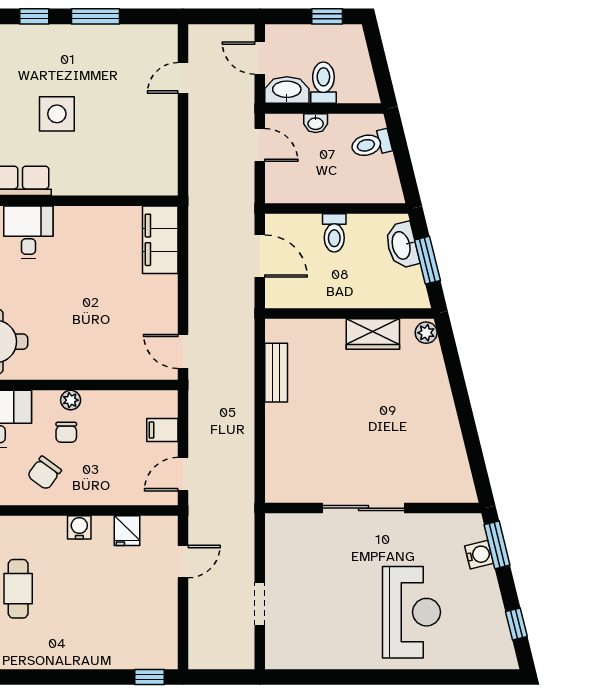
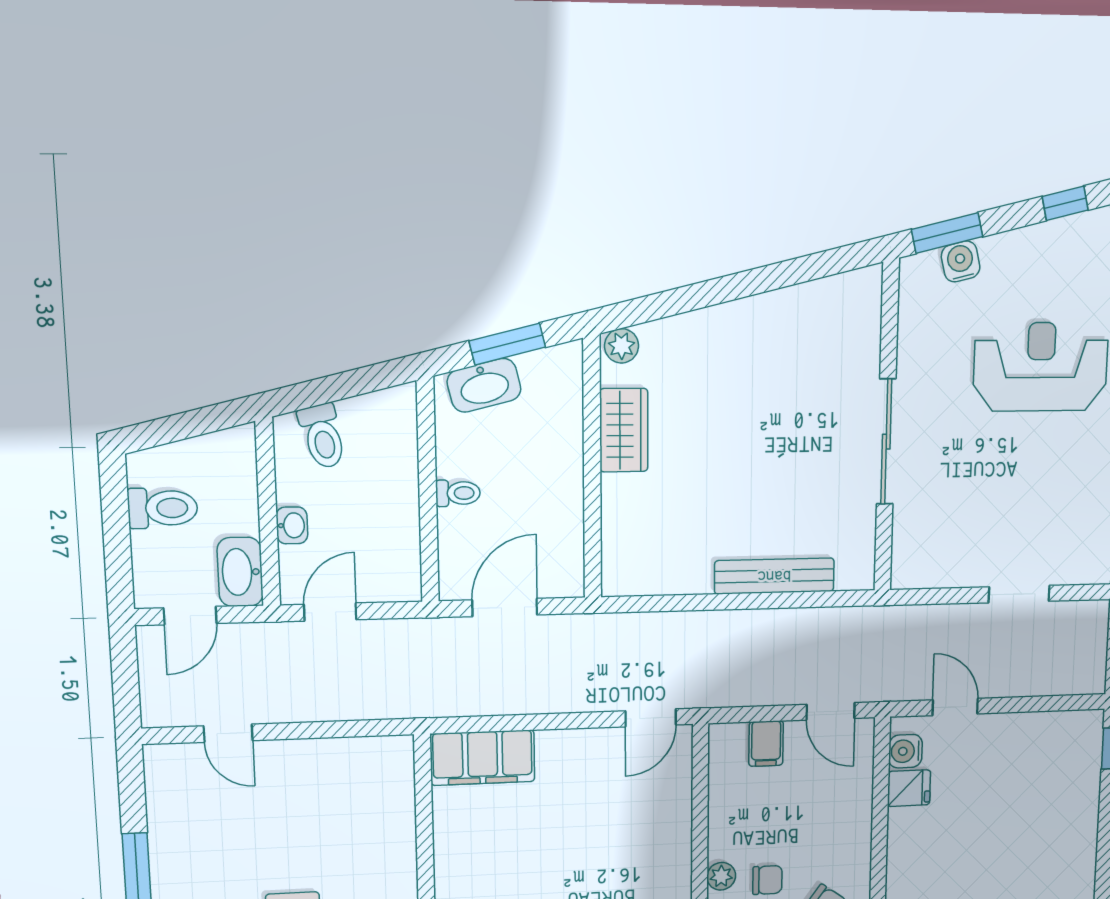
window: (327, 16) -> (115, 510), removed
toilet: (323, 83) -> (163, 508), moved, turned 180
toilet: (334, 233) -> (458, 493), width x0.73, depth x0.72
bench: (276, 373) -> (774, 576), moved, width x1.36
water cooler: (79, 527) -> (905, 751), moved

